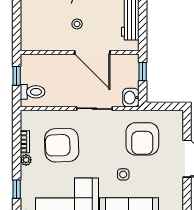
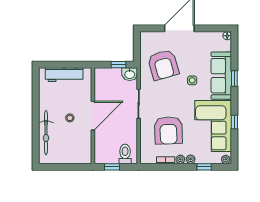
door: (92, 52) -> (93, 116), moved
window: (143, 72) -> (119, 65), moved
armchair: (142, 139) -> (163, 65), turned 74
plant: (26, 172) -> (191, 159), added

